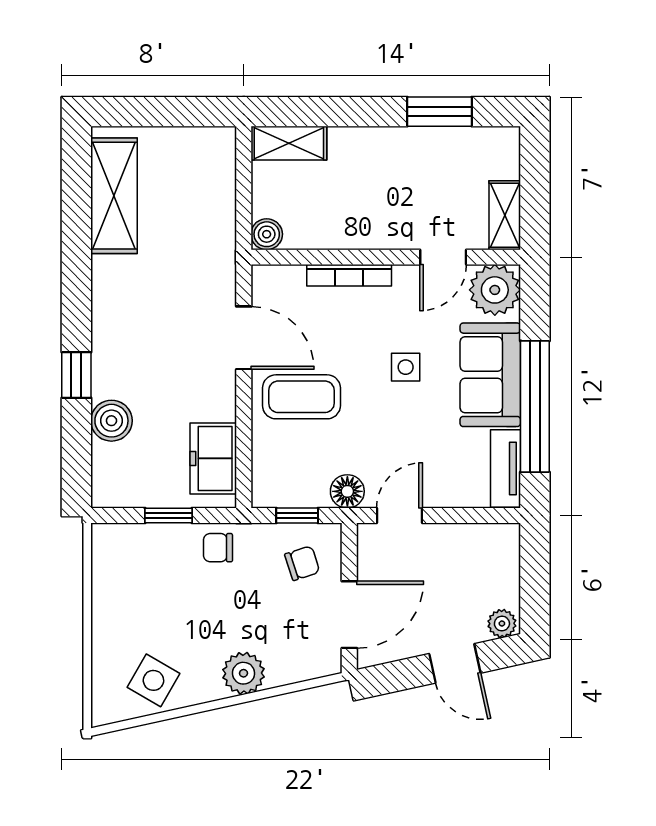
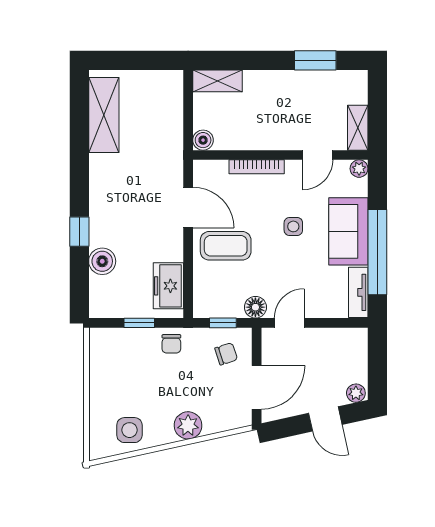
plant: (495, 290) -> (359, 169), width x0.53, depth x0.53
chair: (218, 548) -> (171, 344), turned -90
side table: (153, 680) -> (129, 430), turned -30

